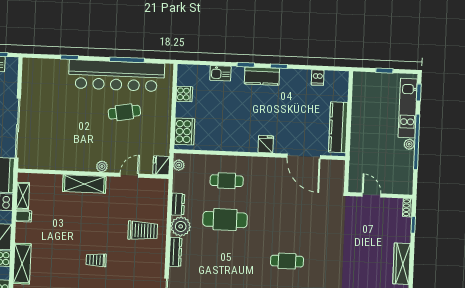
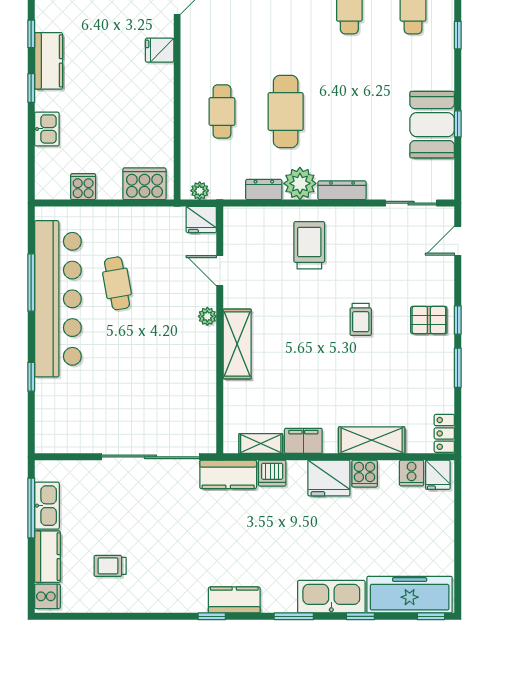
filing cabinet: (24, 216) -> (303, 441), width x2.00

